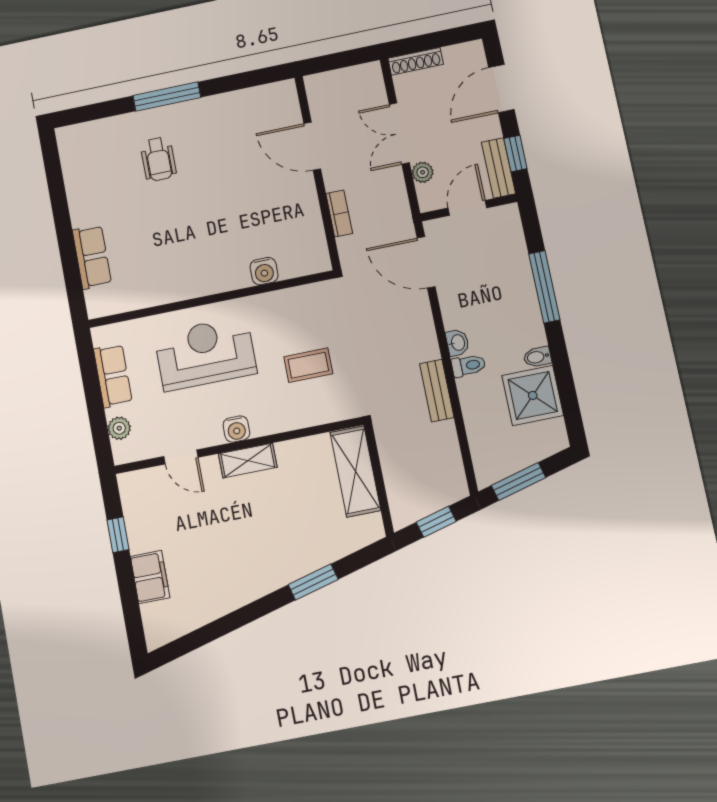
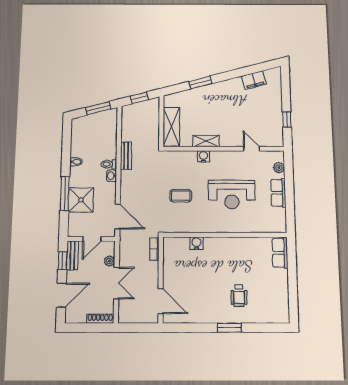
window: (167, 97) -> (229, 328), width x0.69
door: (312, 146) -> (161, 301), moved
wheelchair: (158, 159) -> (239, 296), turned 180
water cooler: (264, 271) -> (196, 243), moved
wall: (211, 299) -> (225, 235), moved
coffee table: (308, 365) -> (181, 196), moved
shower: (533, 395) -> (81, 200), moved
water cooler: (236, 429) -> (203, 156), moved
shelving: (248, 461) -> (206, 141), moved
filing cabinet: (150, 577) -> (254, 80), moved, turned -105

